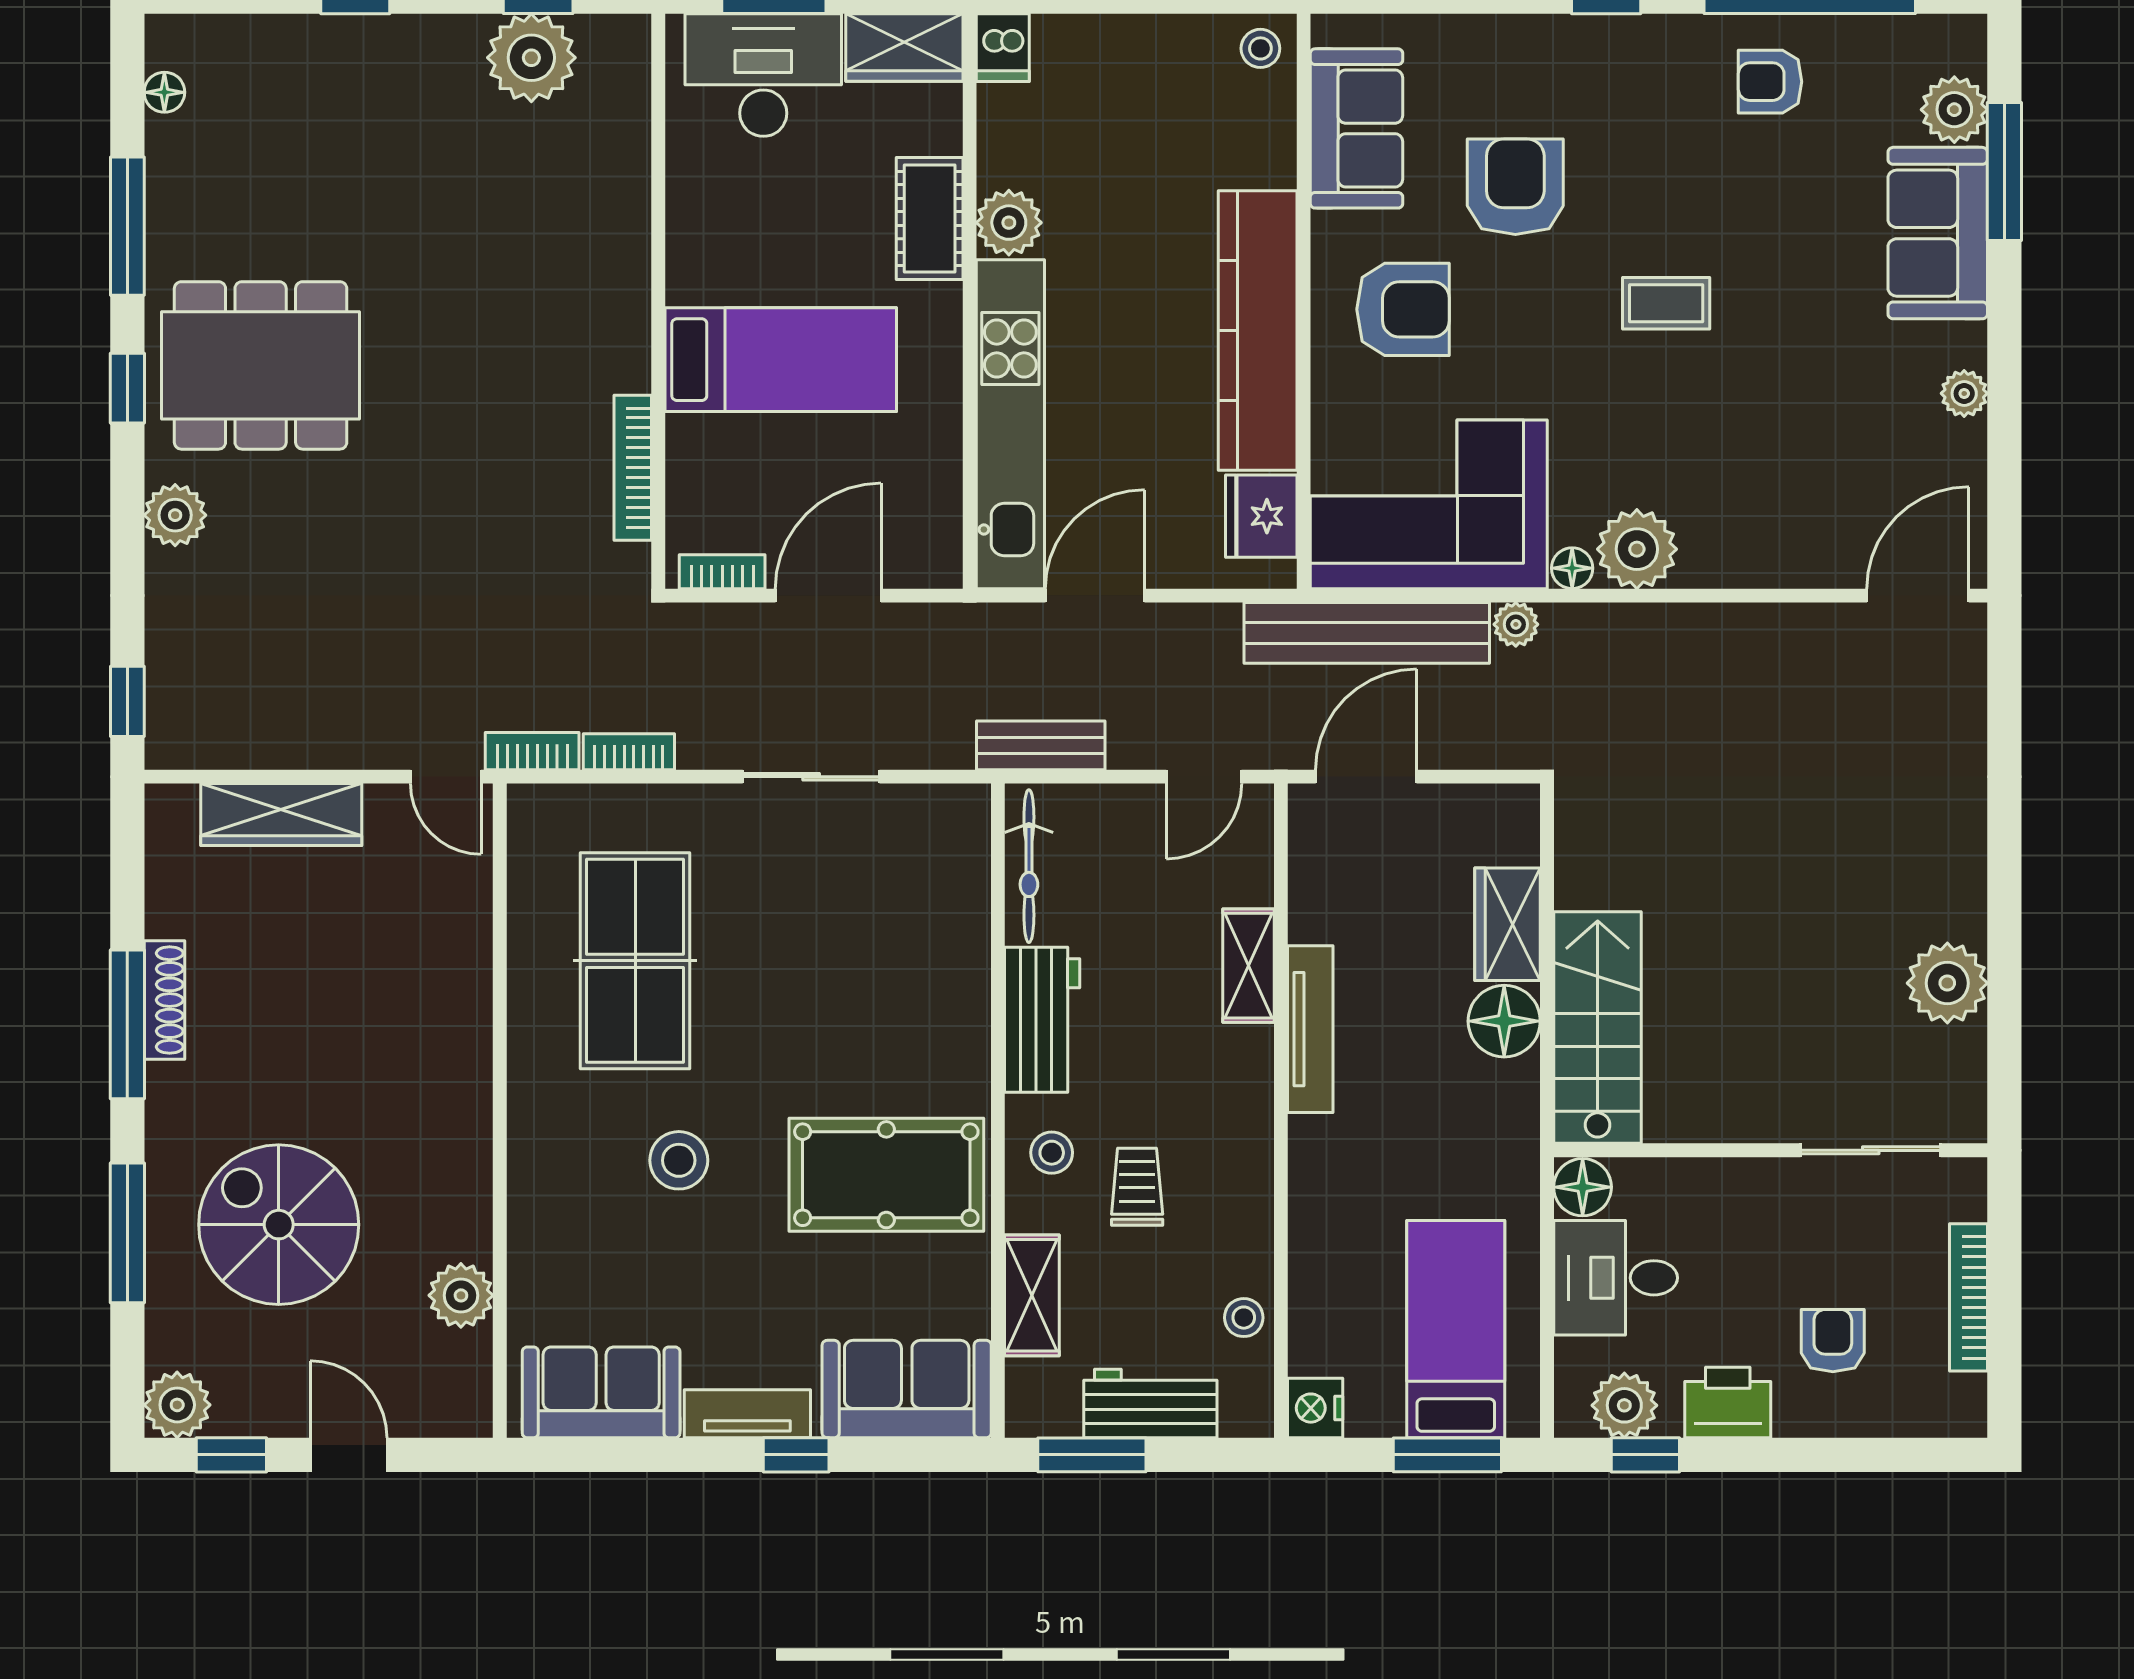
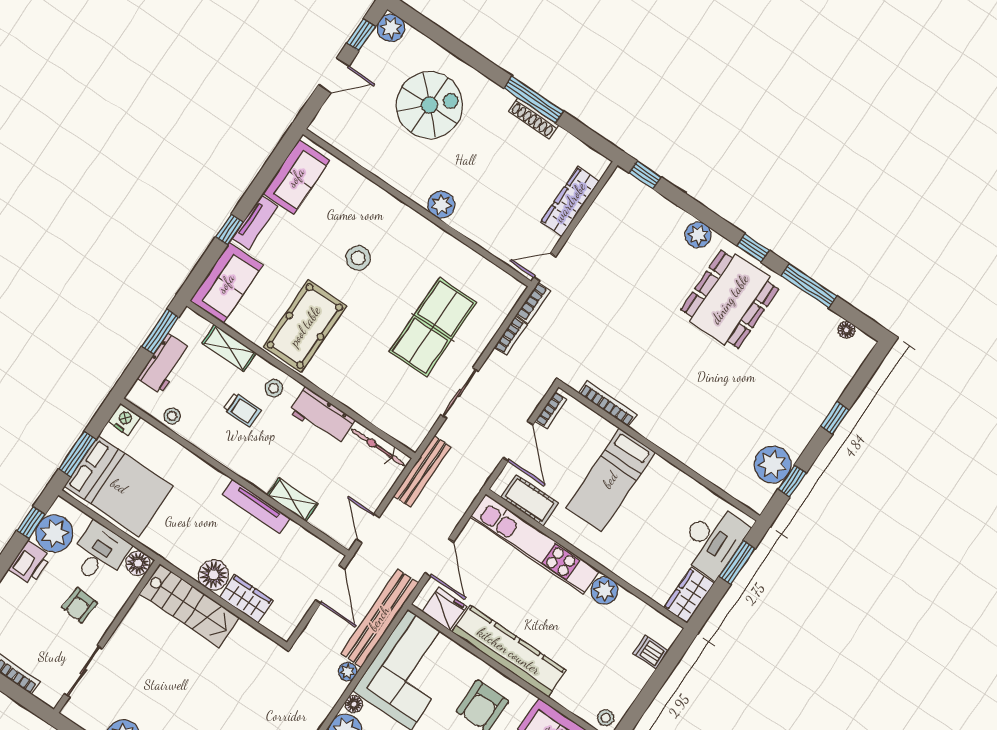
dishwasher: (1003, 48) -> (651, 652), moved
cot: (930, 219) -> (530, 500), moved
door: (1095, 596) -> (439, 557), moved
bench: (1041, 745) -> (422, 471), width x1.36
table tennis table: (635, 961) -> (433, 327), moved, turned 90
window: (127, 1233) -> (462, 51), removed
plant: (461, 1295) -> (441, 205), moved
bed: (1456, 1329) -> (119, 486), width x1.50
armchair: (1833, 1341) -> (80, 605), moved, turned 94
plant: (1624, 1405) -> (54, 533), width x1.36, depth x1.36

